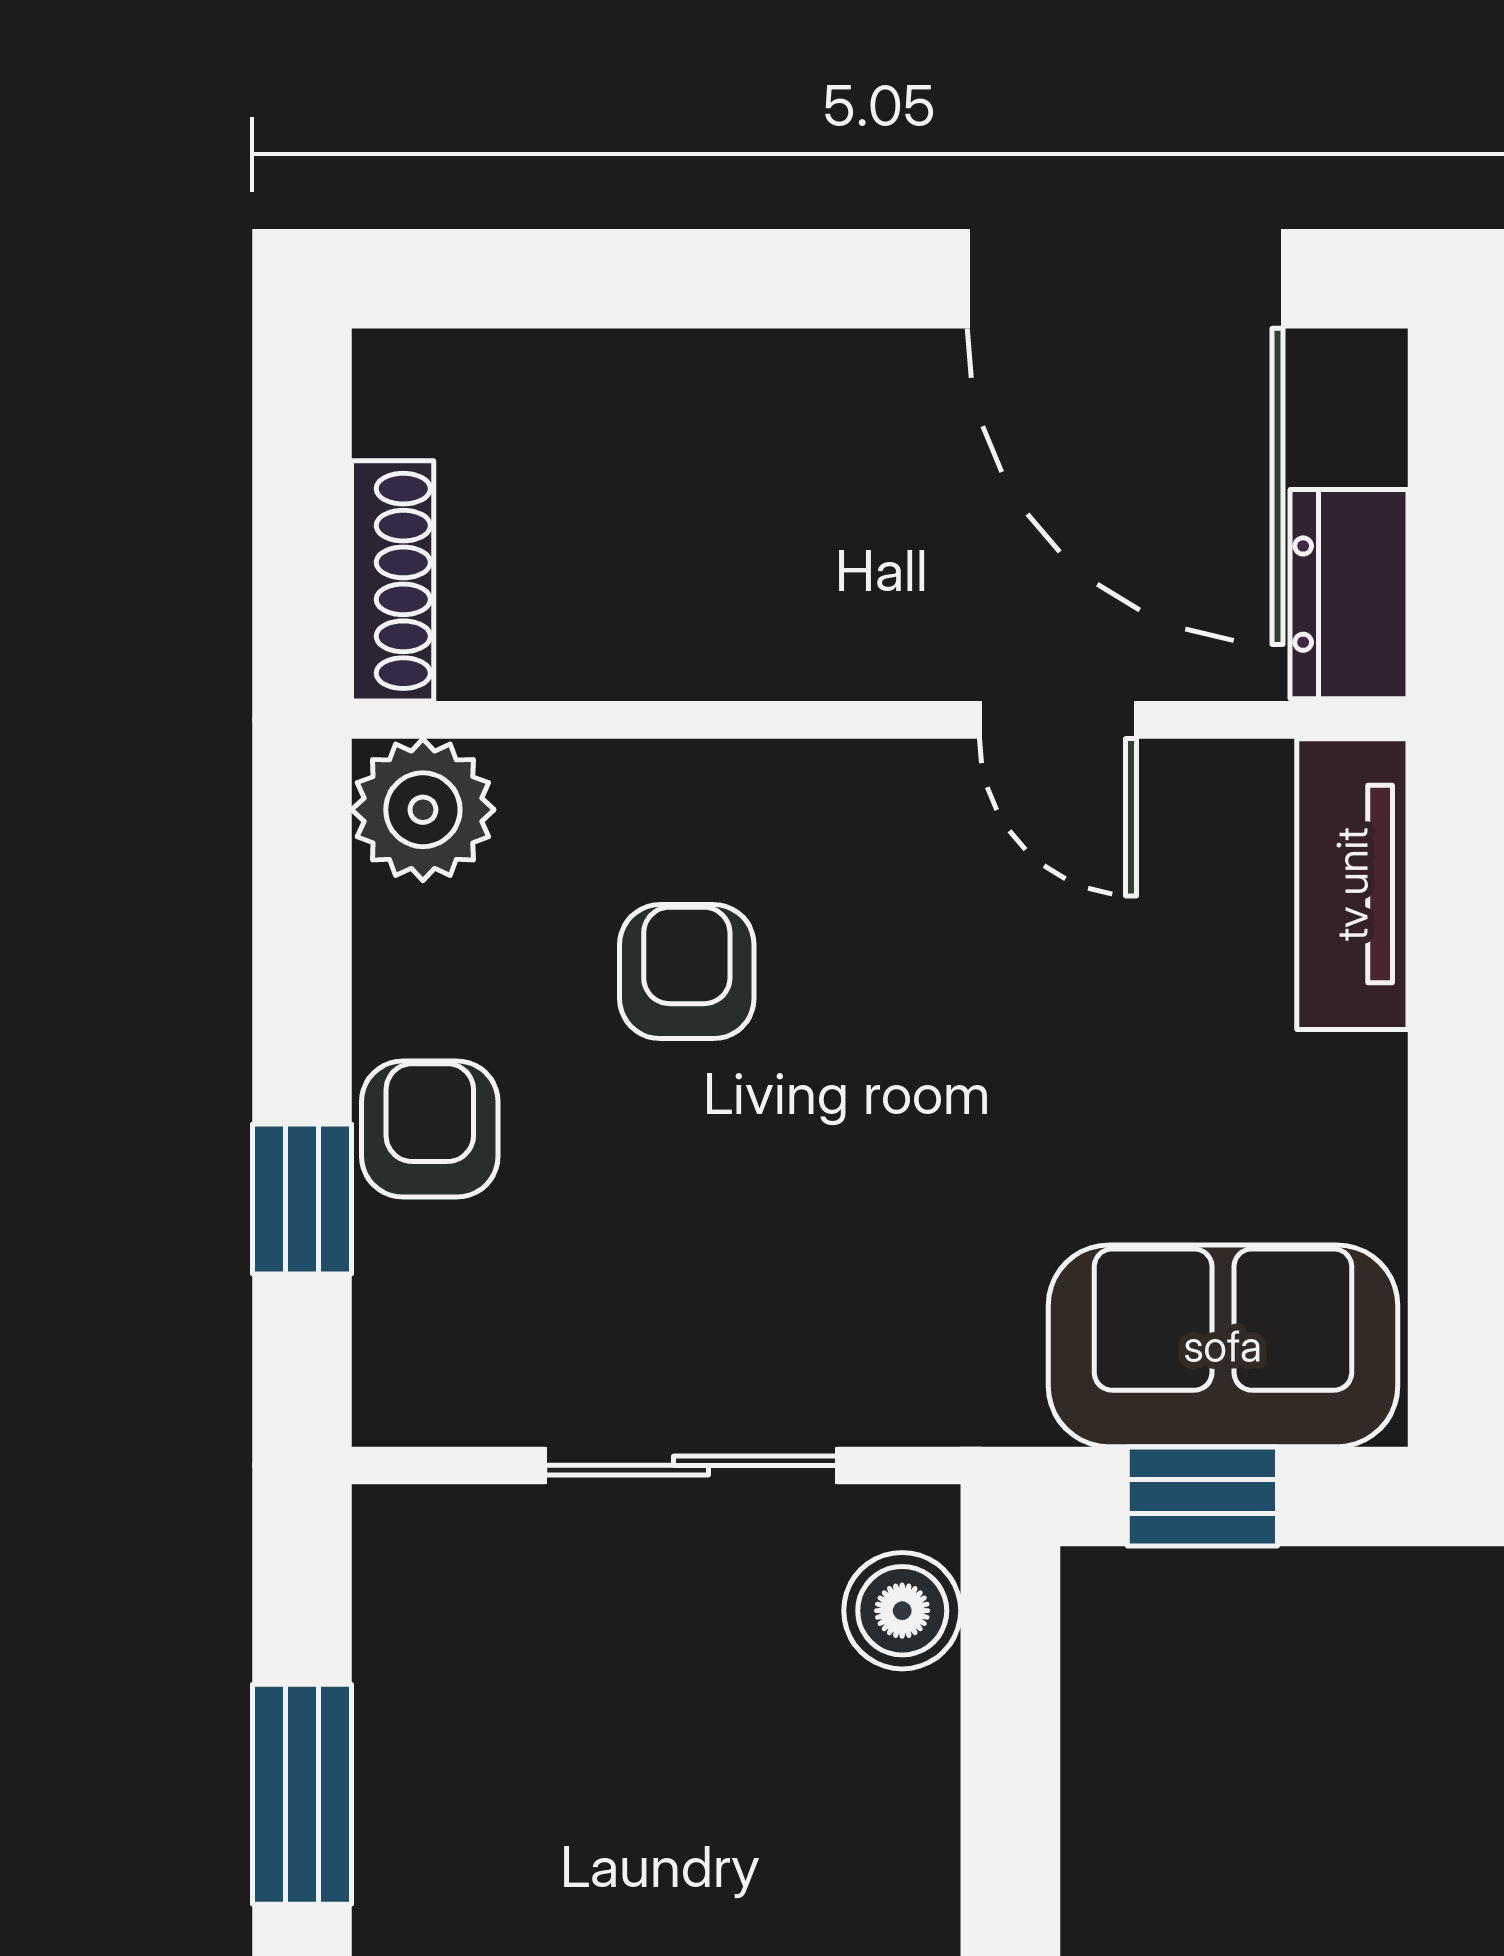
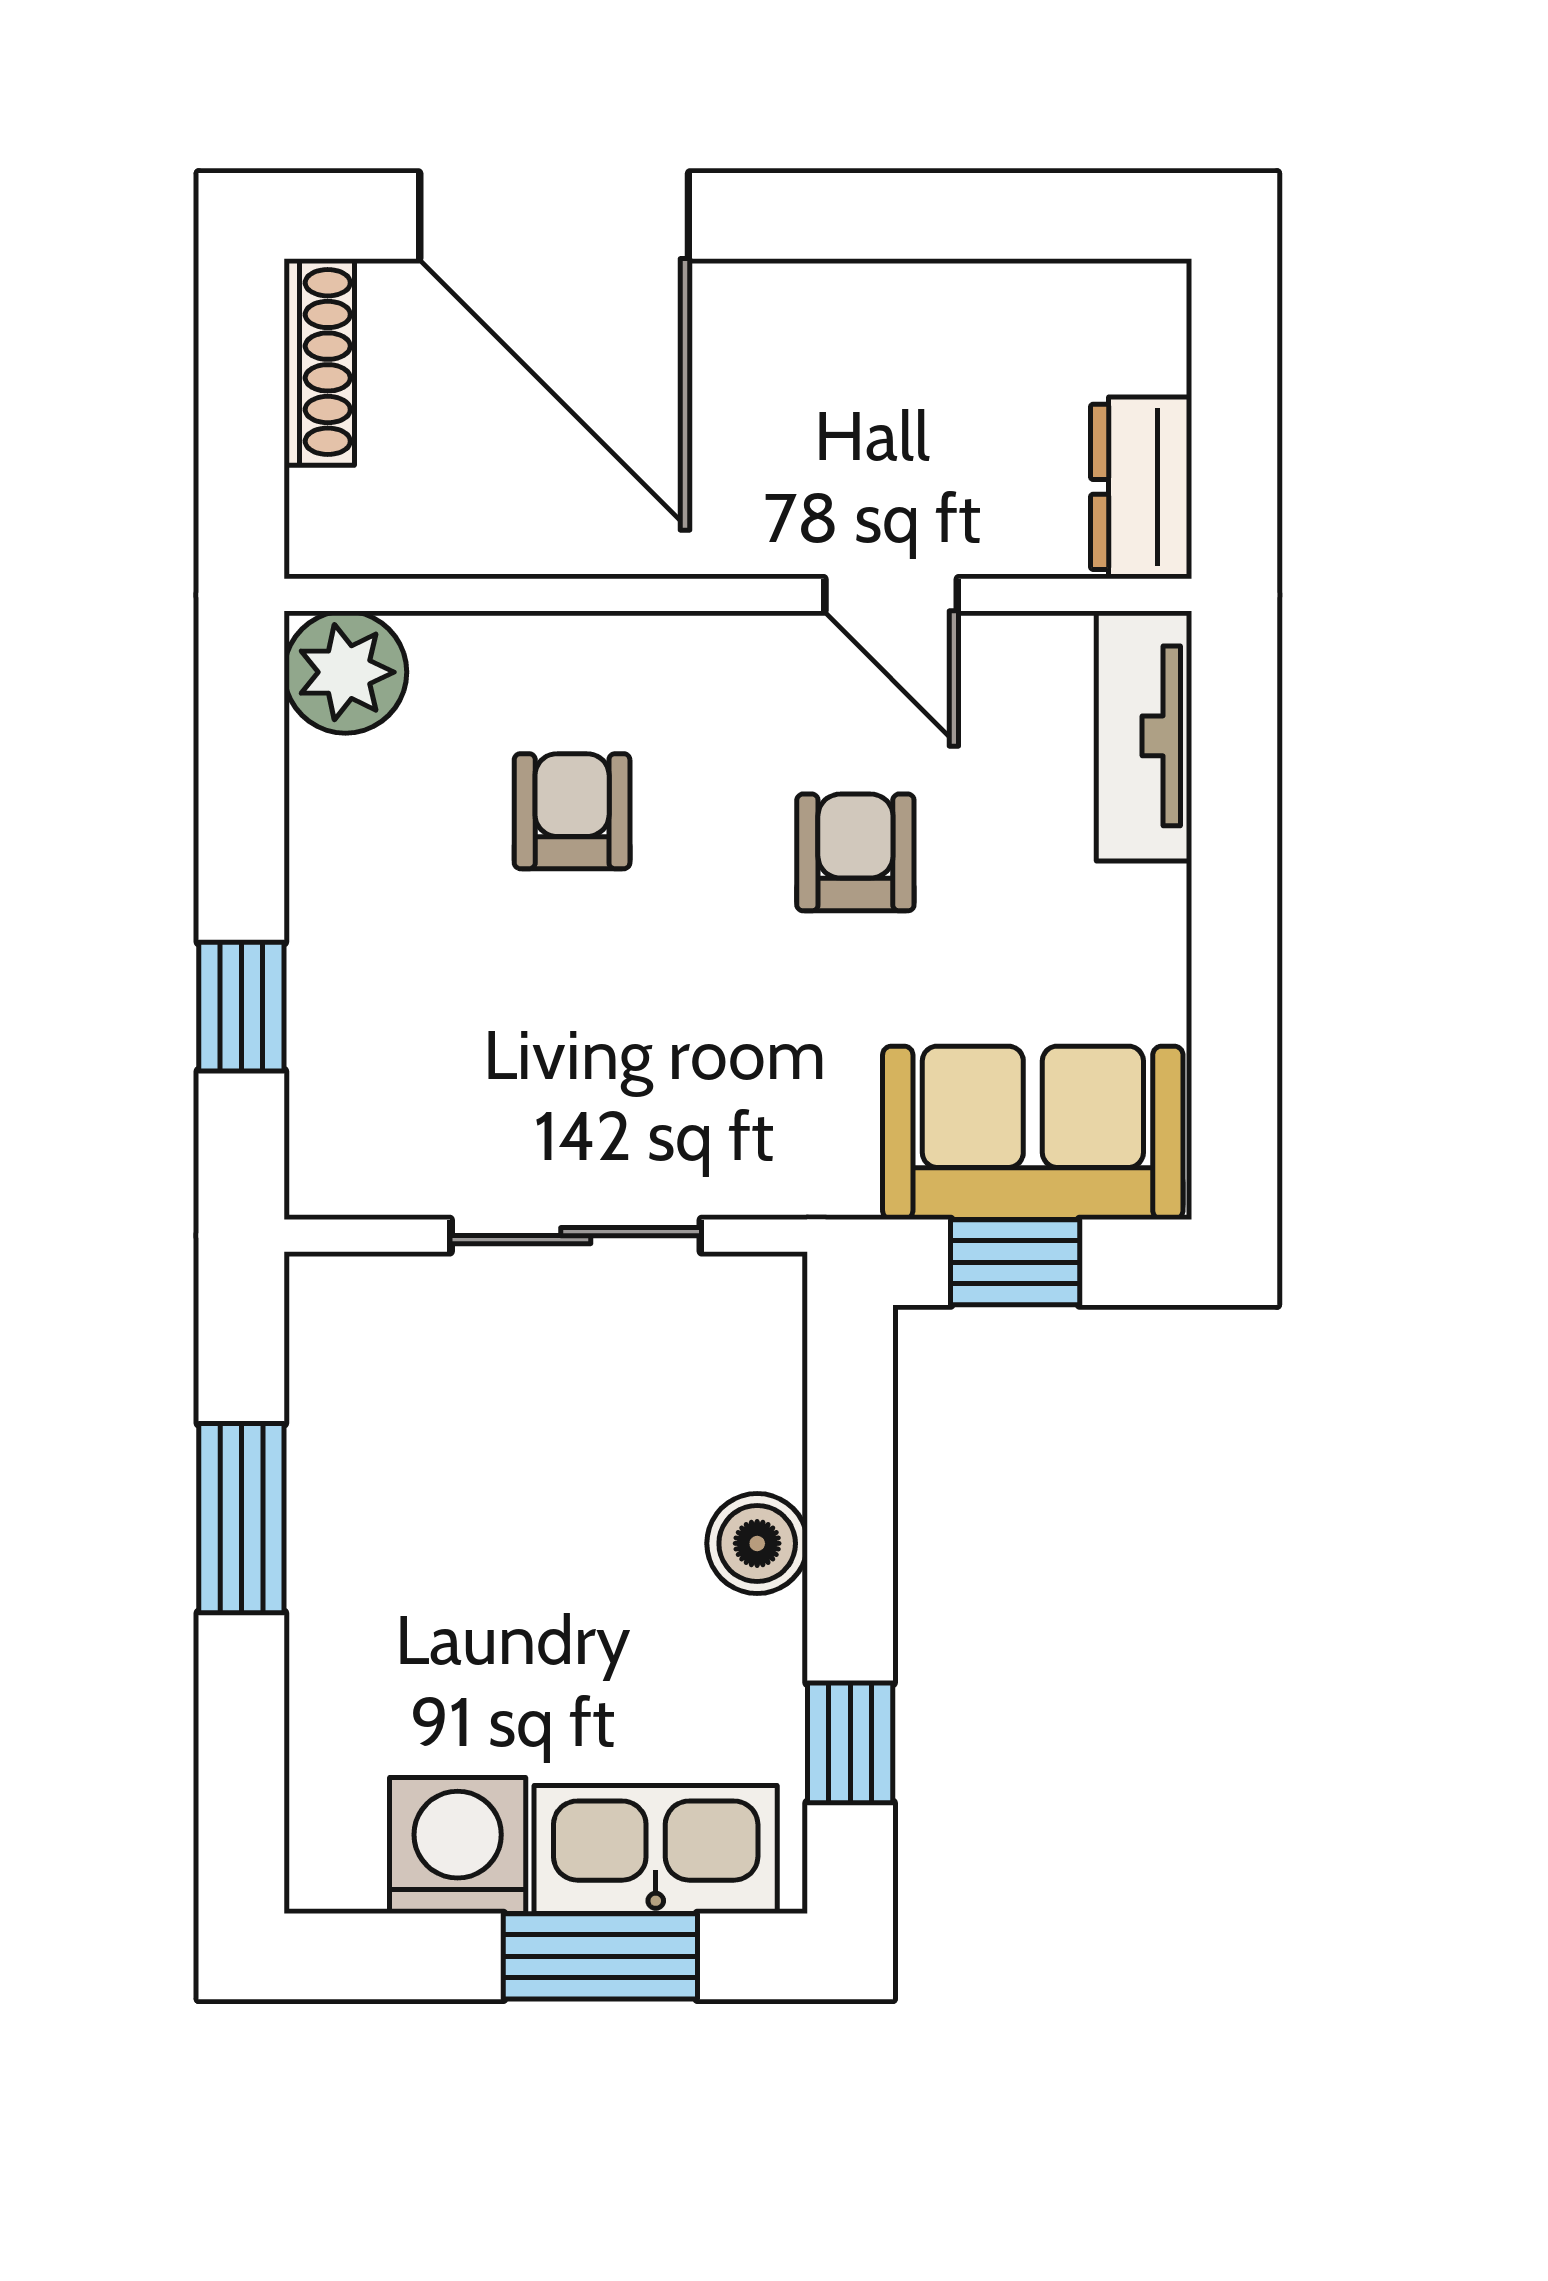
door: (1125, 279) -> (554, 216), moved
shoe rack: (393, 581) -> (319, 362), moved
armchair: (430, 1129) -> (855, 852), moved
boiler: (902, 1611) -> (757, 1543), moved

